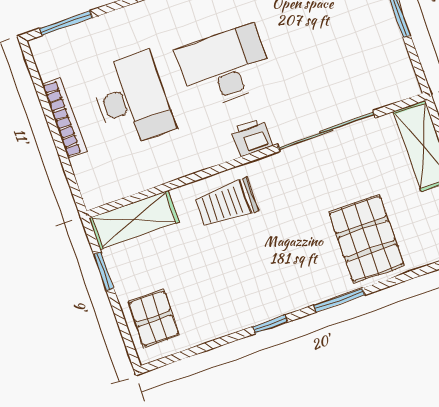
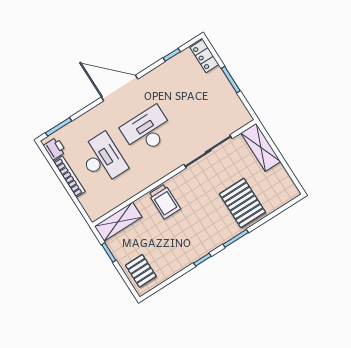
printer: (251, 137) -> (55, 149), moved, turned 90
trolley: (226, 203) -> (165, 201), turned -90

